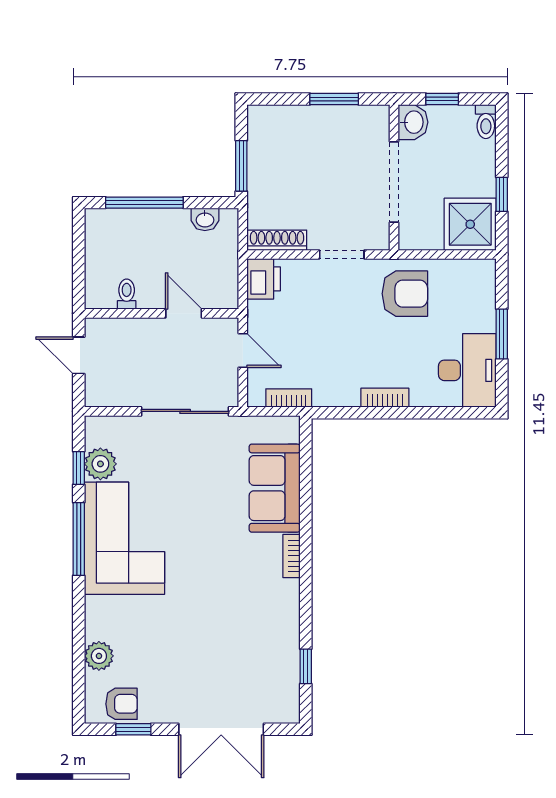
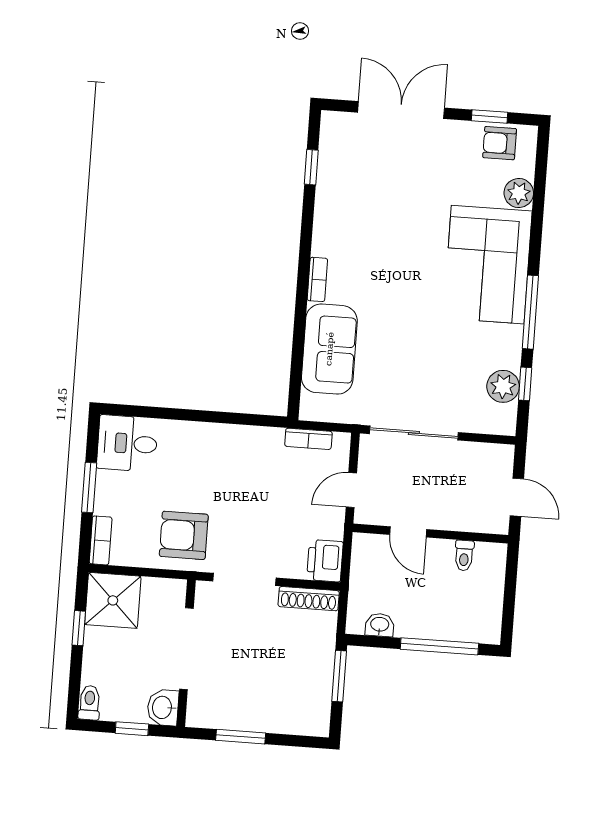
doorway: (342, 254) -> (244, 579), width x1.38
door: (243, 350) -> (351, 490), hinge flipped
desk: (467, 370) -> (127, 443), width x0.73
bookcase: (385, 398) -> (101, 540), moved, turned -90
corner sofa: (124, 538) -> (488, 265), moved

